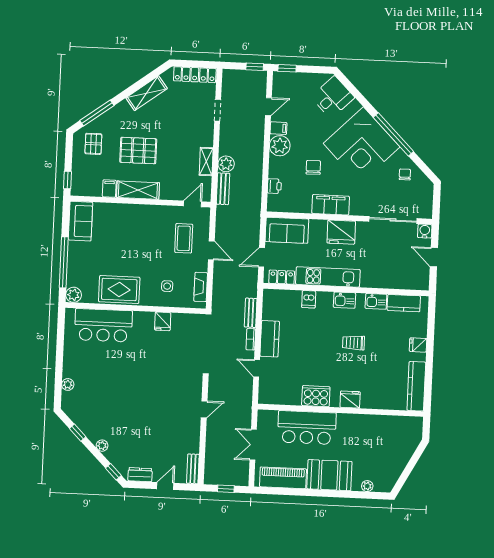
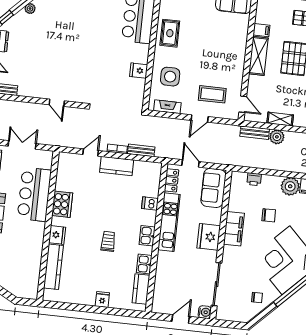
side table: (167, 286) -> (170, 77), width x1.87, depth x1.87
rug: (119, 289) -> (170, 33), width x0.73, depth x0.70
kitchen counter: (416, 386) -> (53, 267), moved, turned 90

